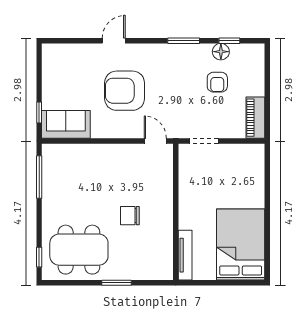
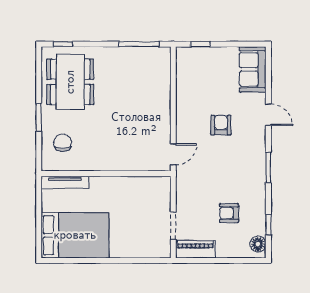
window: (184, 41) -> (268, 168), moved
floor lamp: (221, 52) -> (258, 244), moved
armchair: (125, 91) -> (221, 125), width x0.53, depth x0.53
sofa: (66, 124) -> (253, 69), moved, turned 180
doorway: (204, 141) -> (173, 226), moved
chair: (130, 216) -> (63, 143), moved

